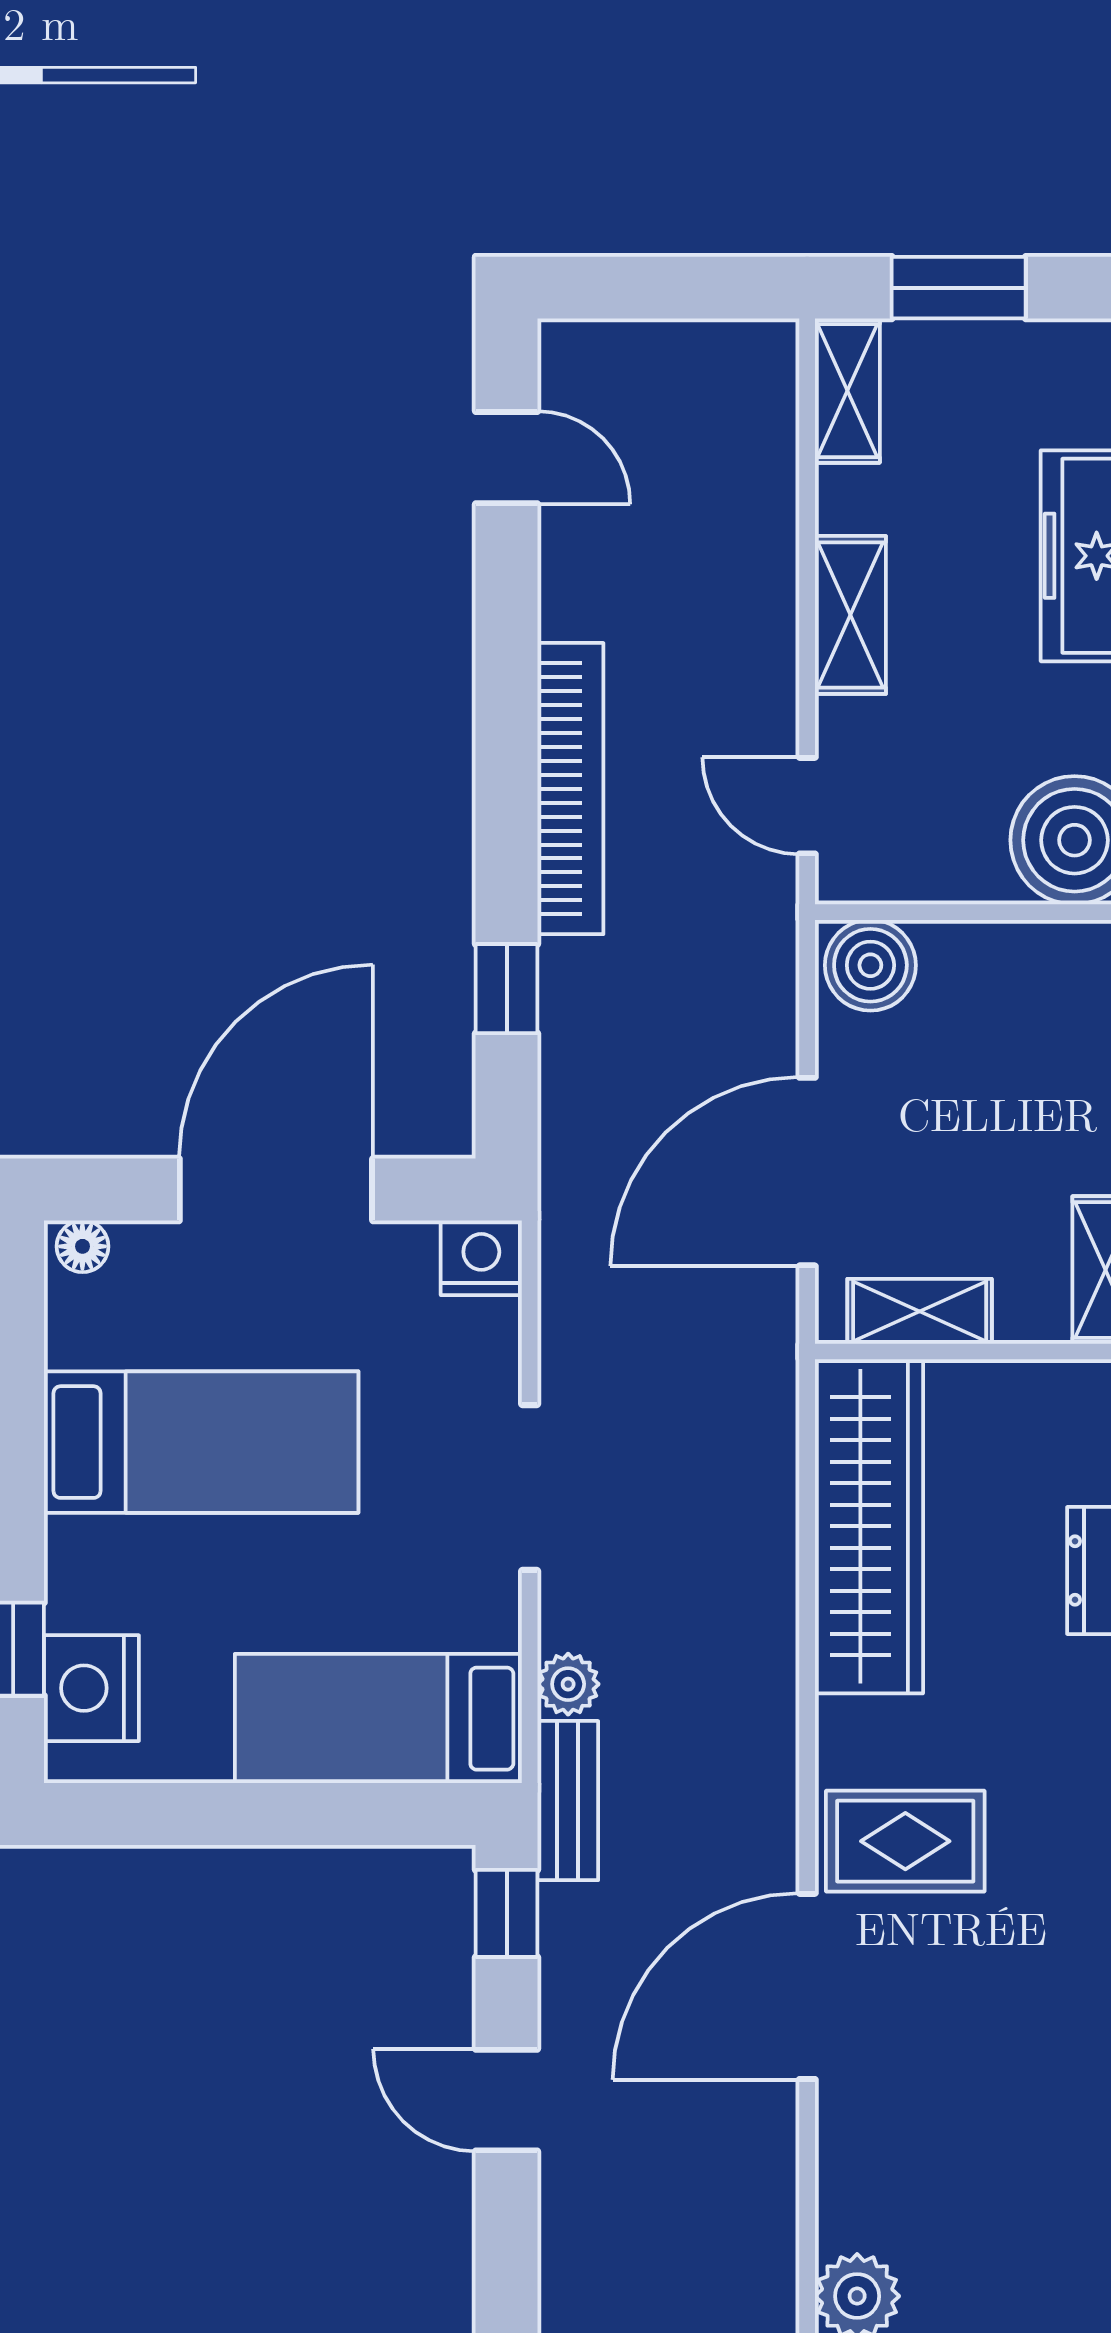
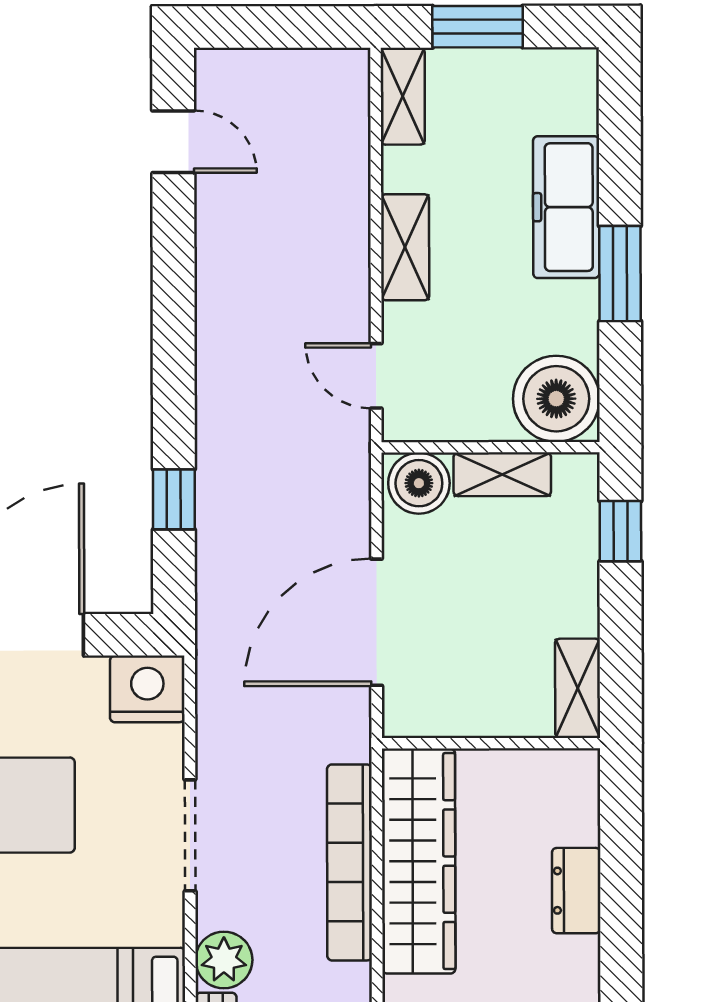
bookcase: (570, 789) -> (350, 862), moved, turned 180
nightstand: (481, 1258) -> (147, 689), width x1.36, depth x1.33
shelving: (920, 1311) -> (502, 474), moved
plant: (568, 1684) -> (224, 960), width x1.38, depth x1.38

